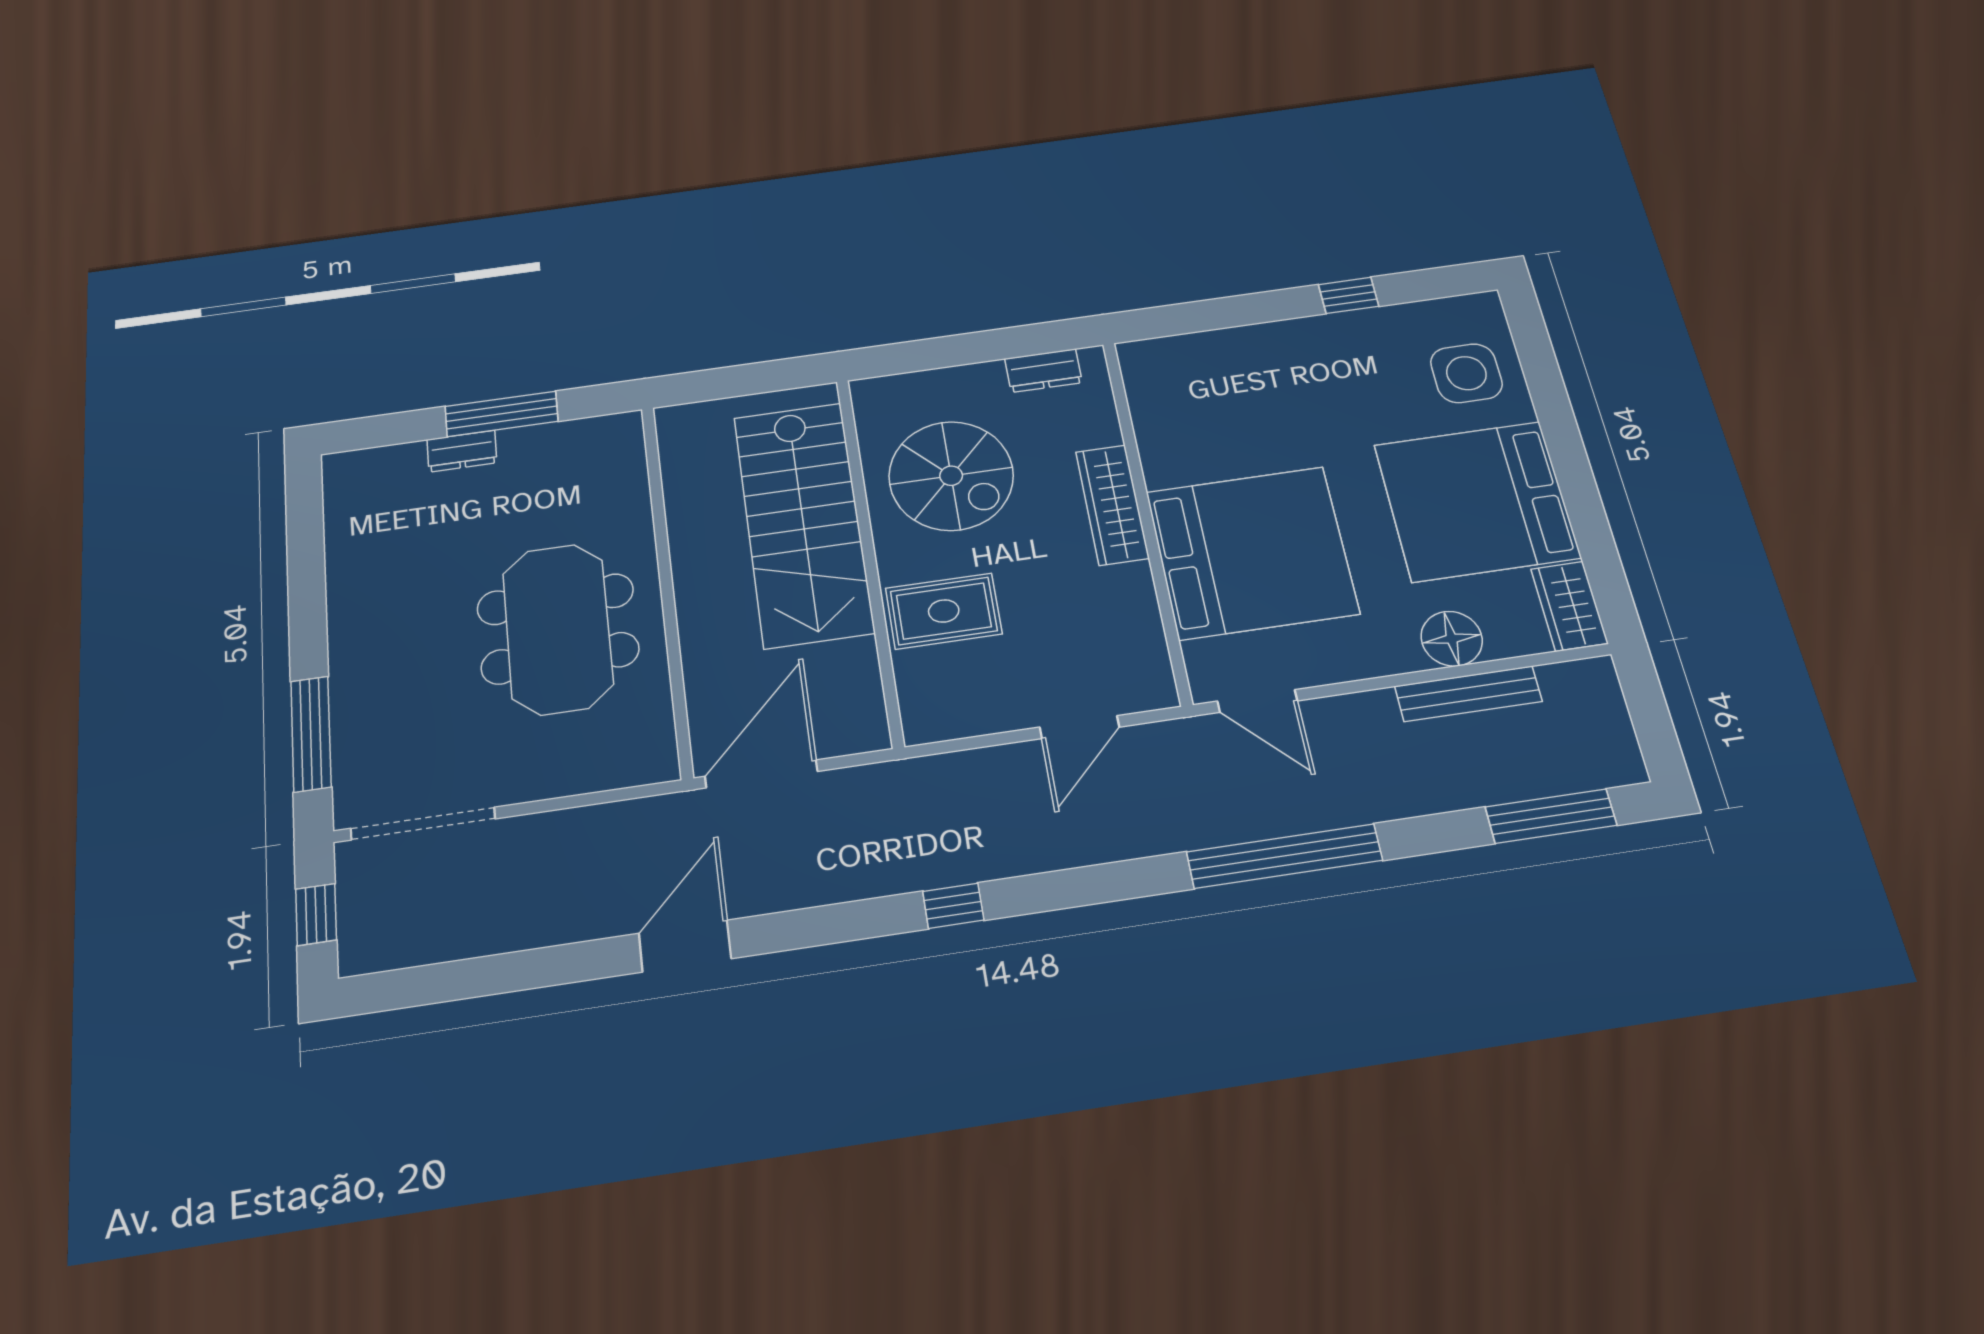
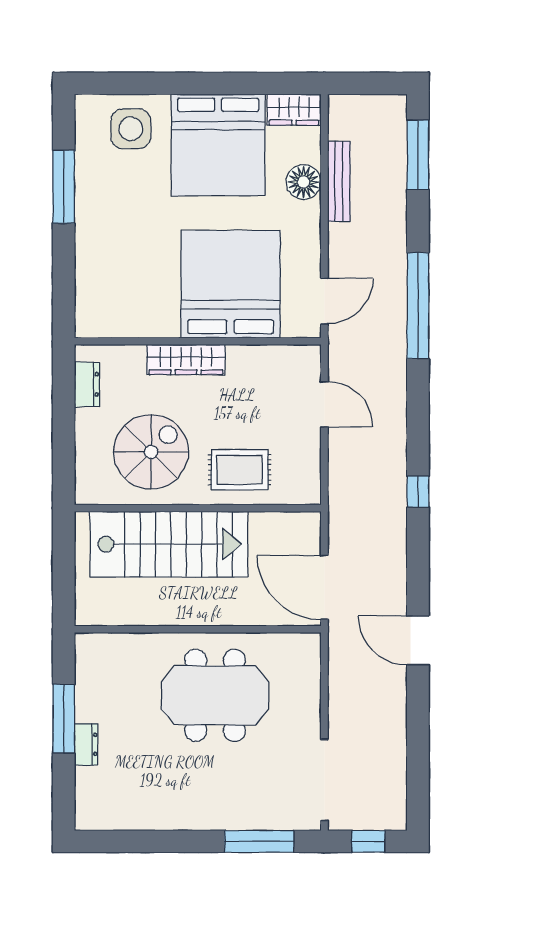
window: (1349, 295) -> (64, 187), width x2.17
rug: (944, 611) -> (240, 470), turned 90

